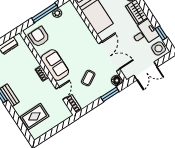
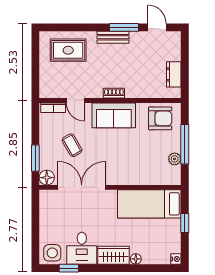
double door: (109, 56) -> (82, 187), swing flipped
double door: (145, 71) -> (35, 219), removed
rug: (34, 116) -> (68, 50), turned 90

